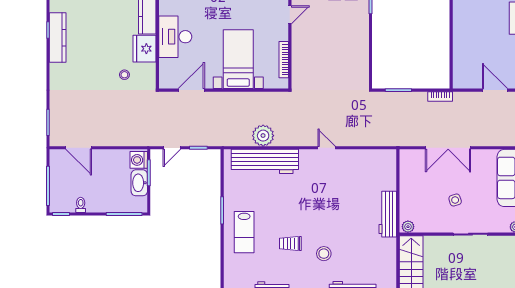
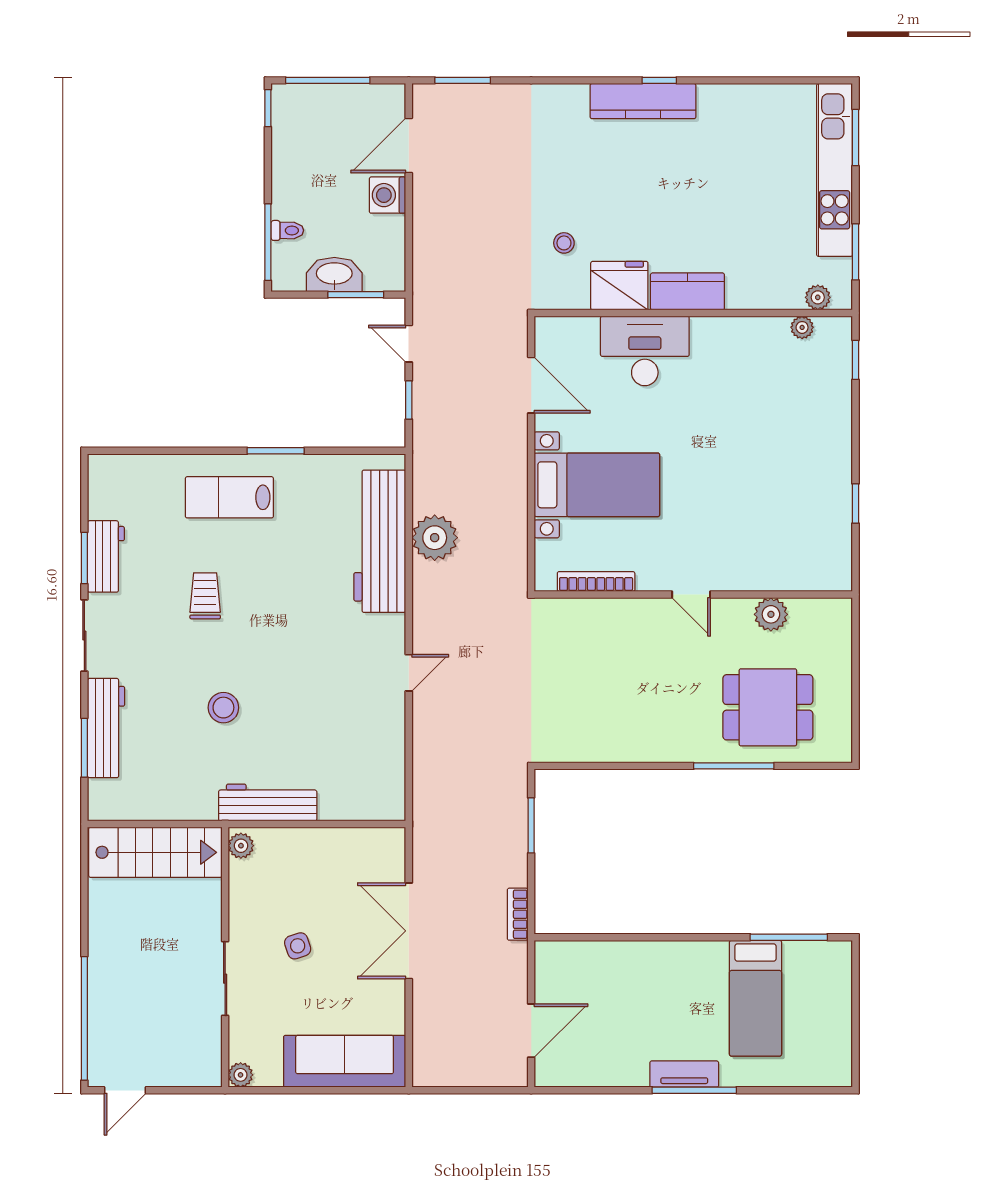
washing machine: (139, 160) -> (388, 195), moved, turned -90
toilet: (81, 205) -> (287, 230), moved
stool: (324, 254) -> (223, 708), moved

